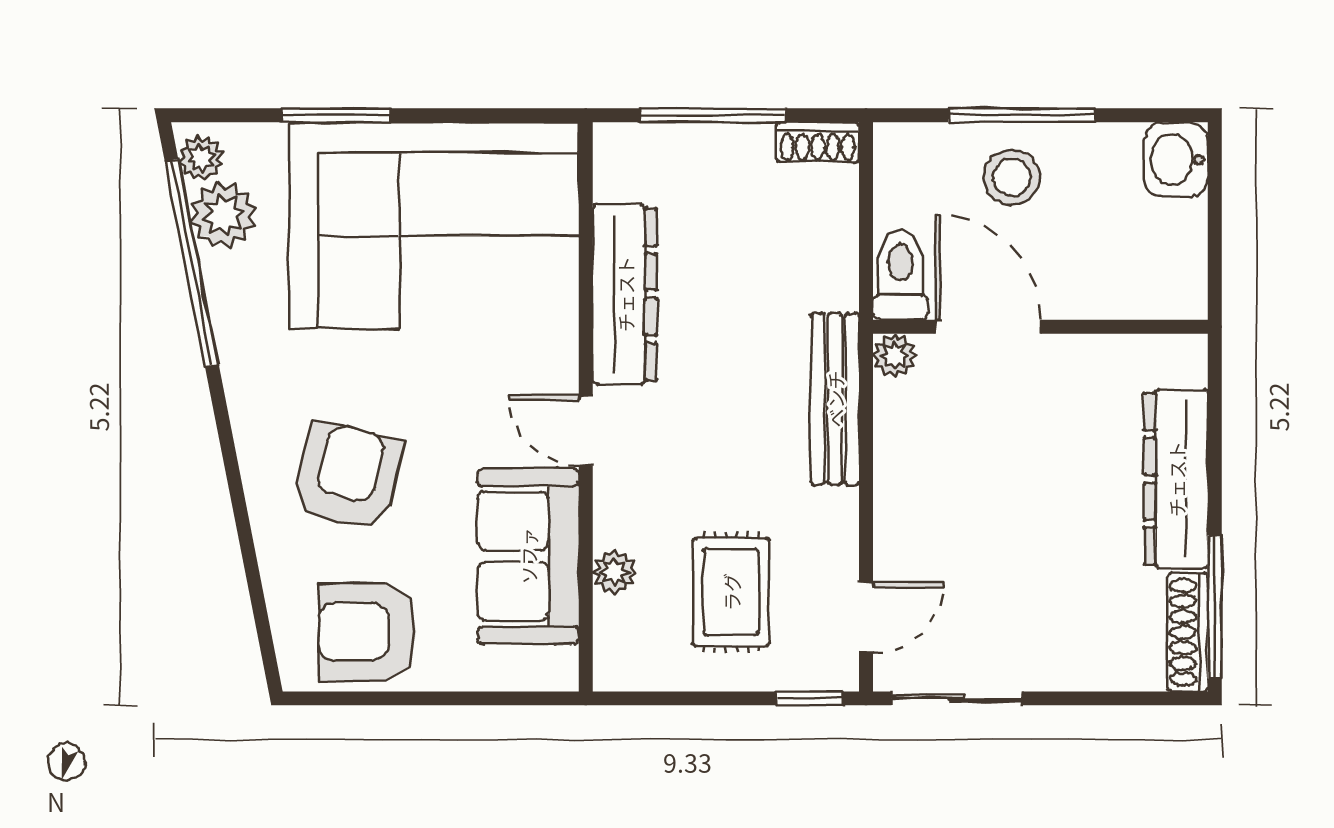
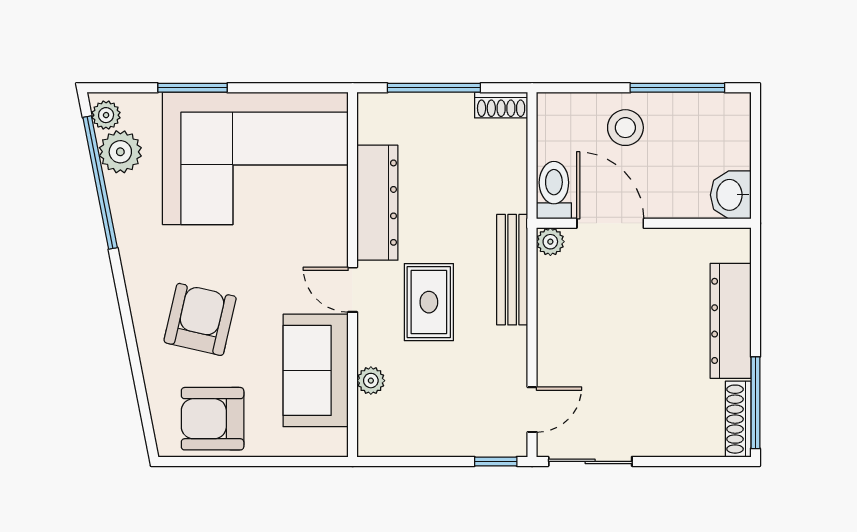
window: (1022, 115) -> (677, 88), moved
washbasin: (1176, 160) -> (731, 195), moved
rug: (731, 592) -> (429, 302), moved

